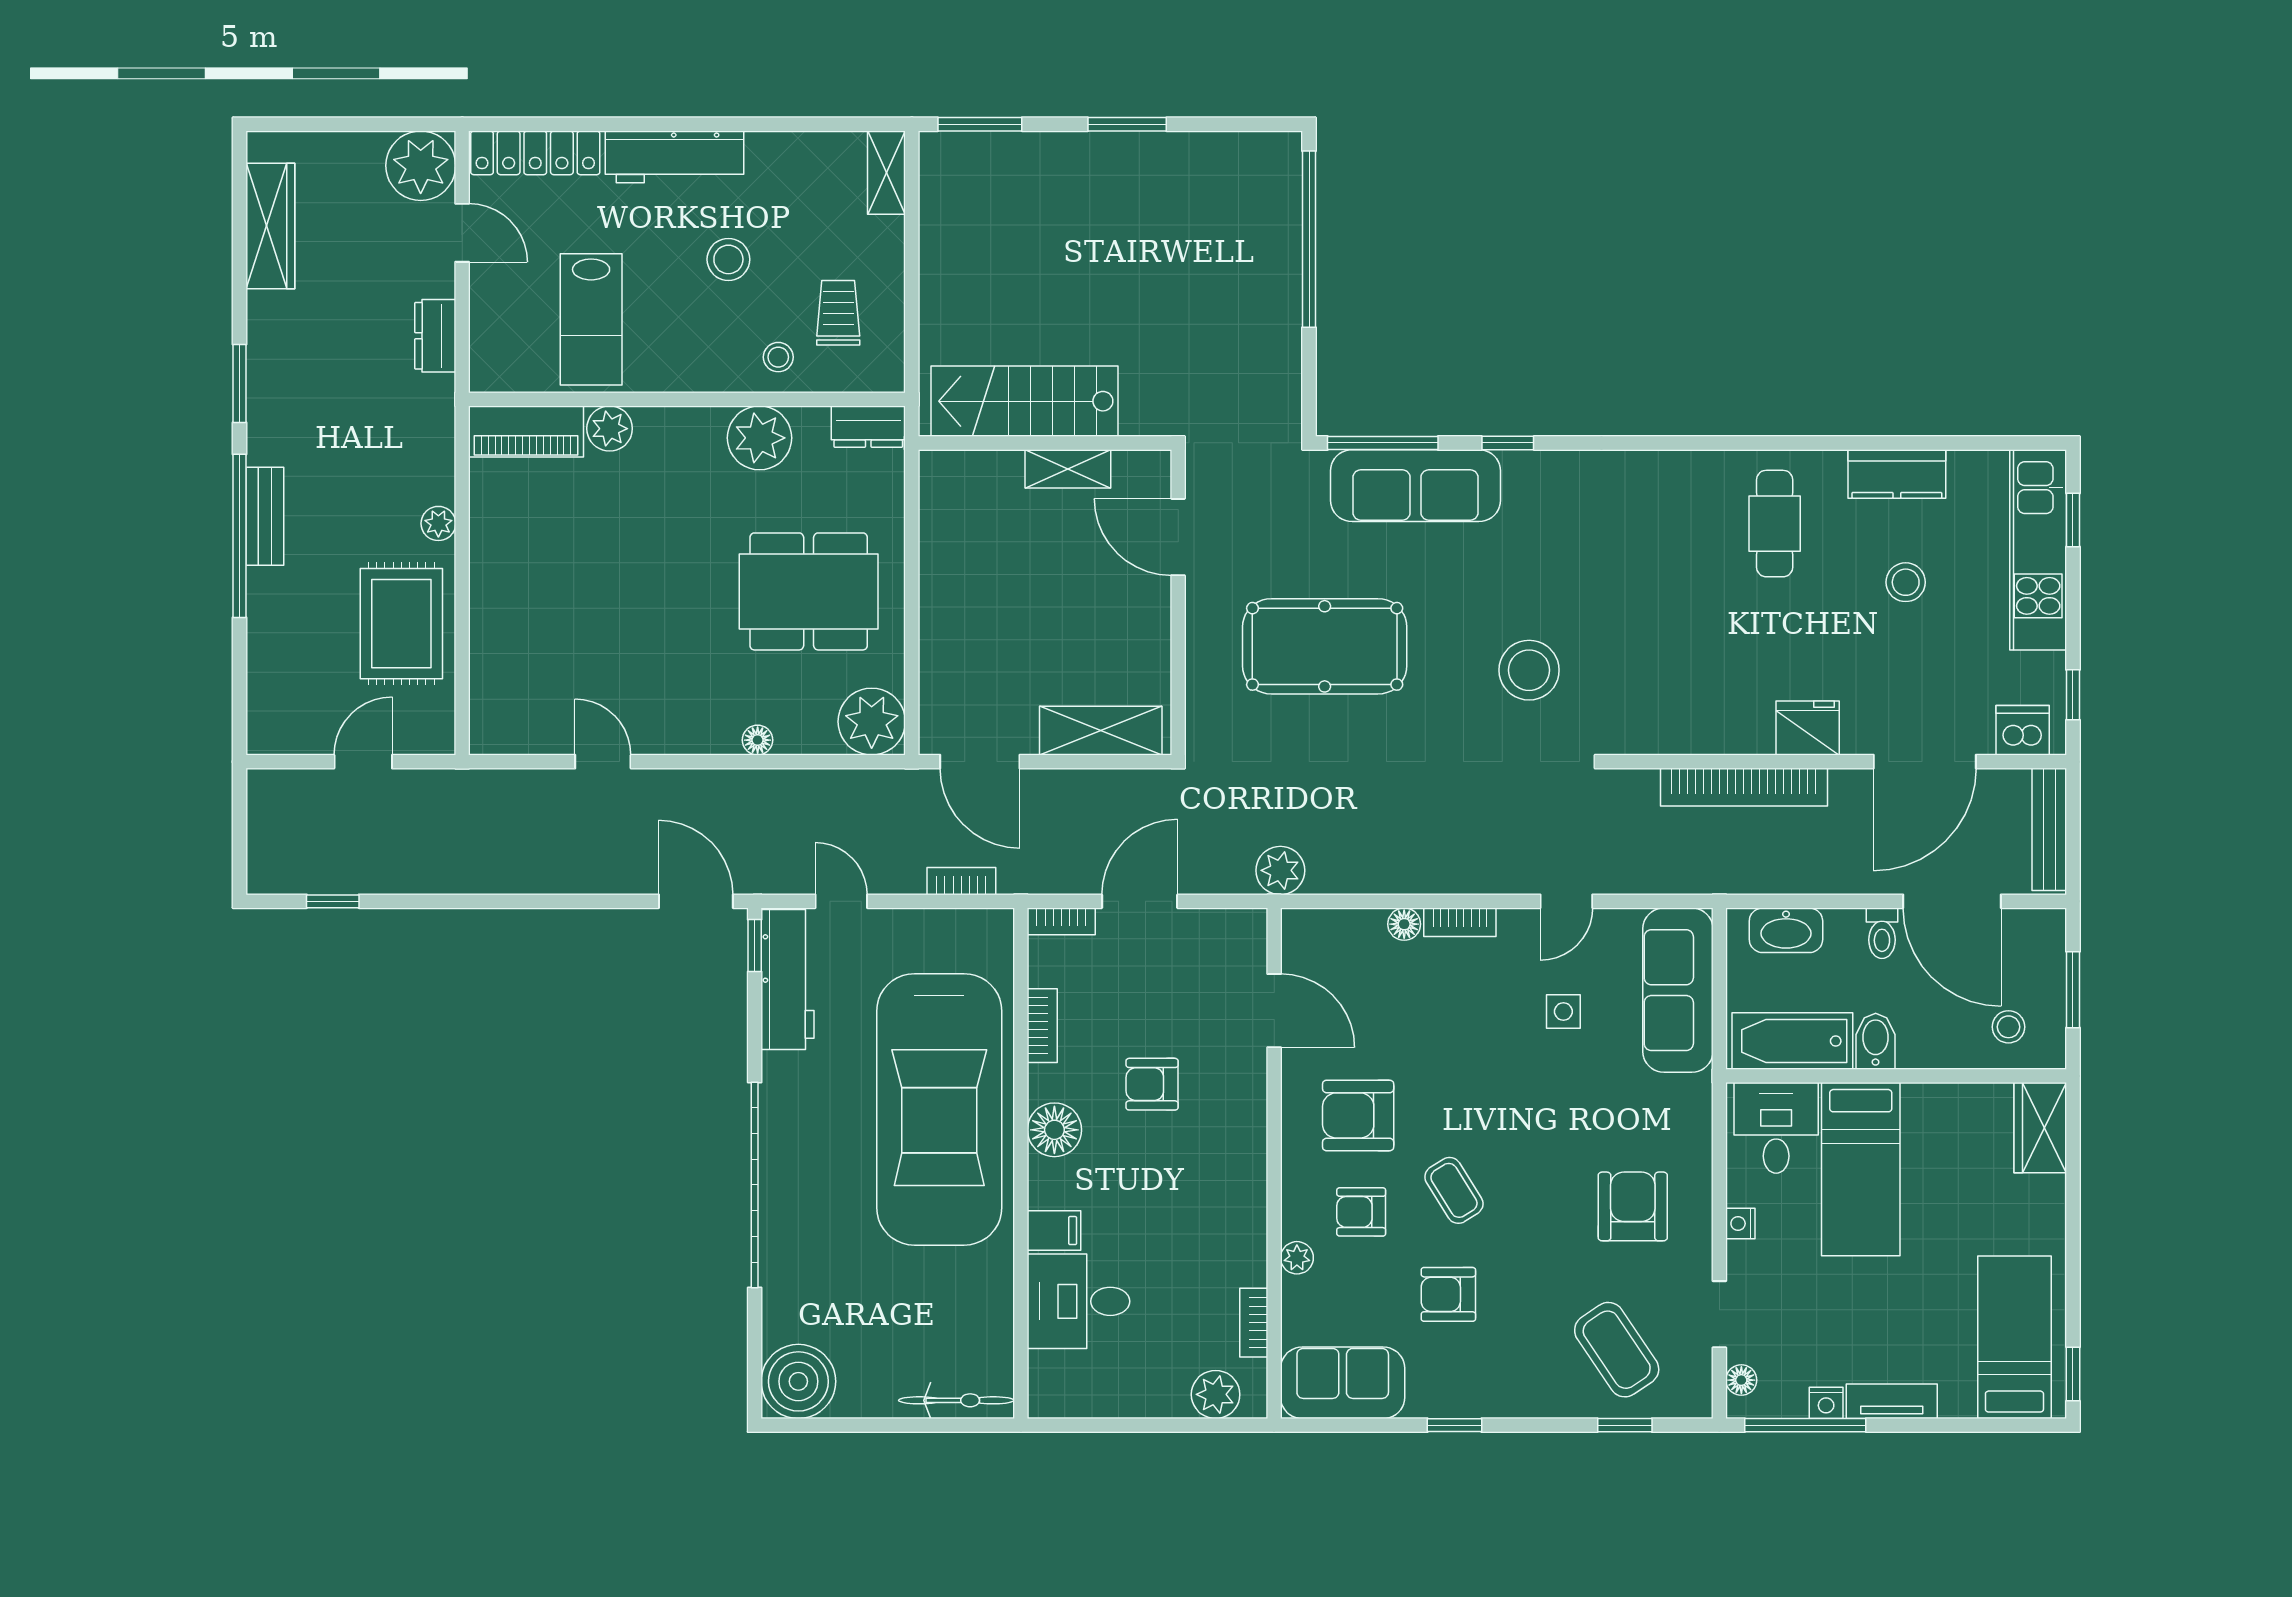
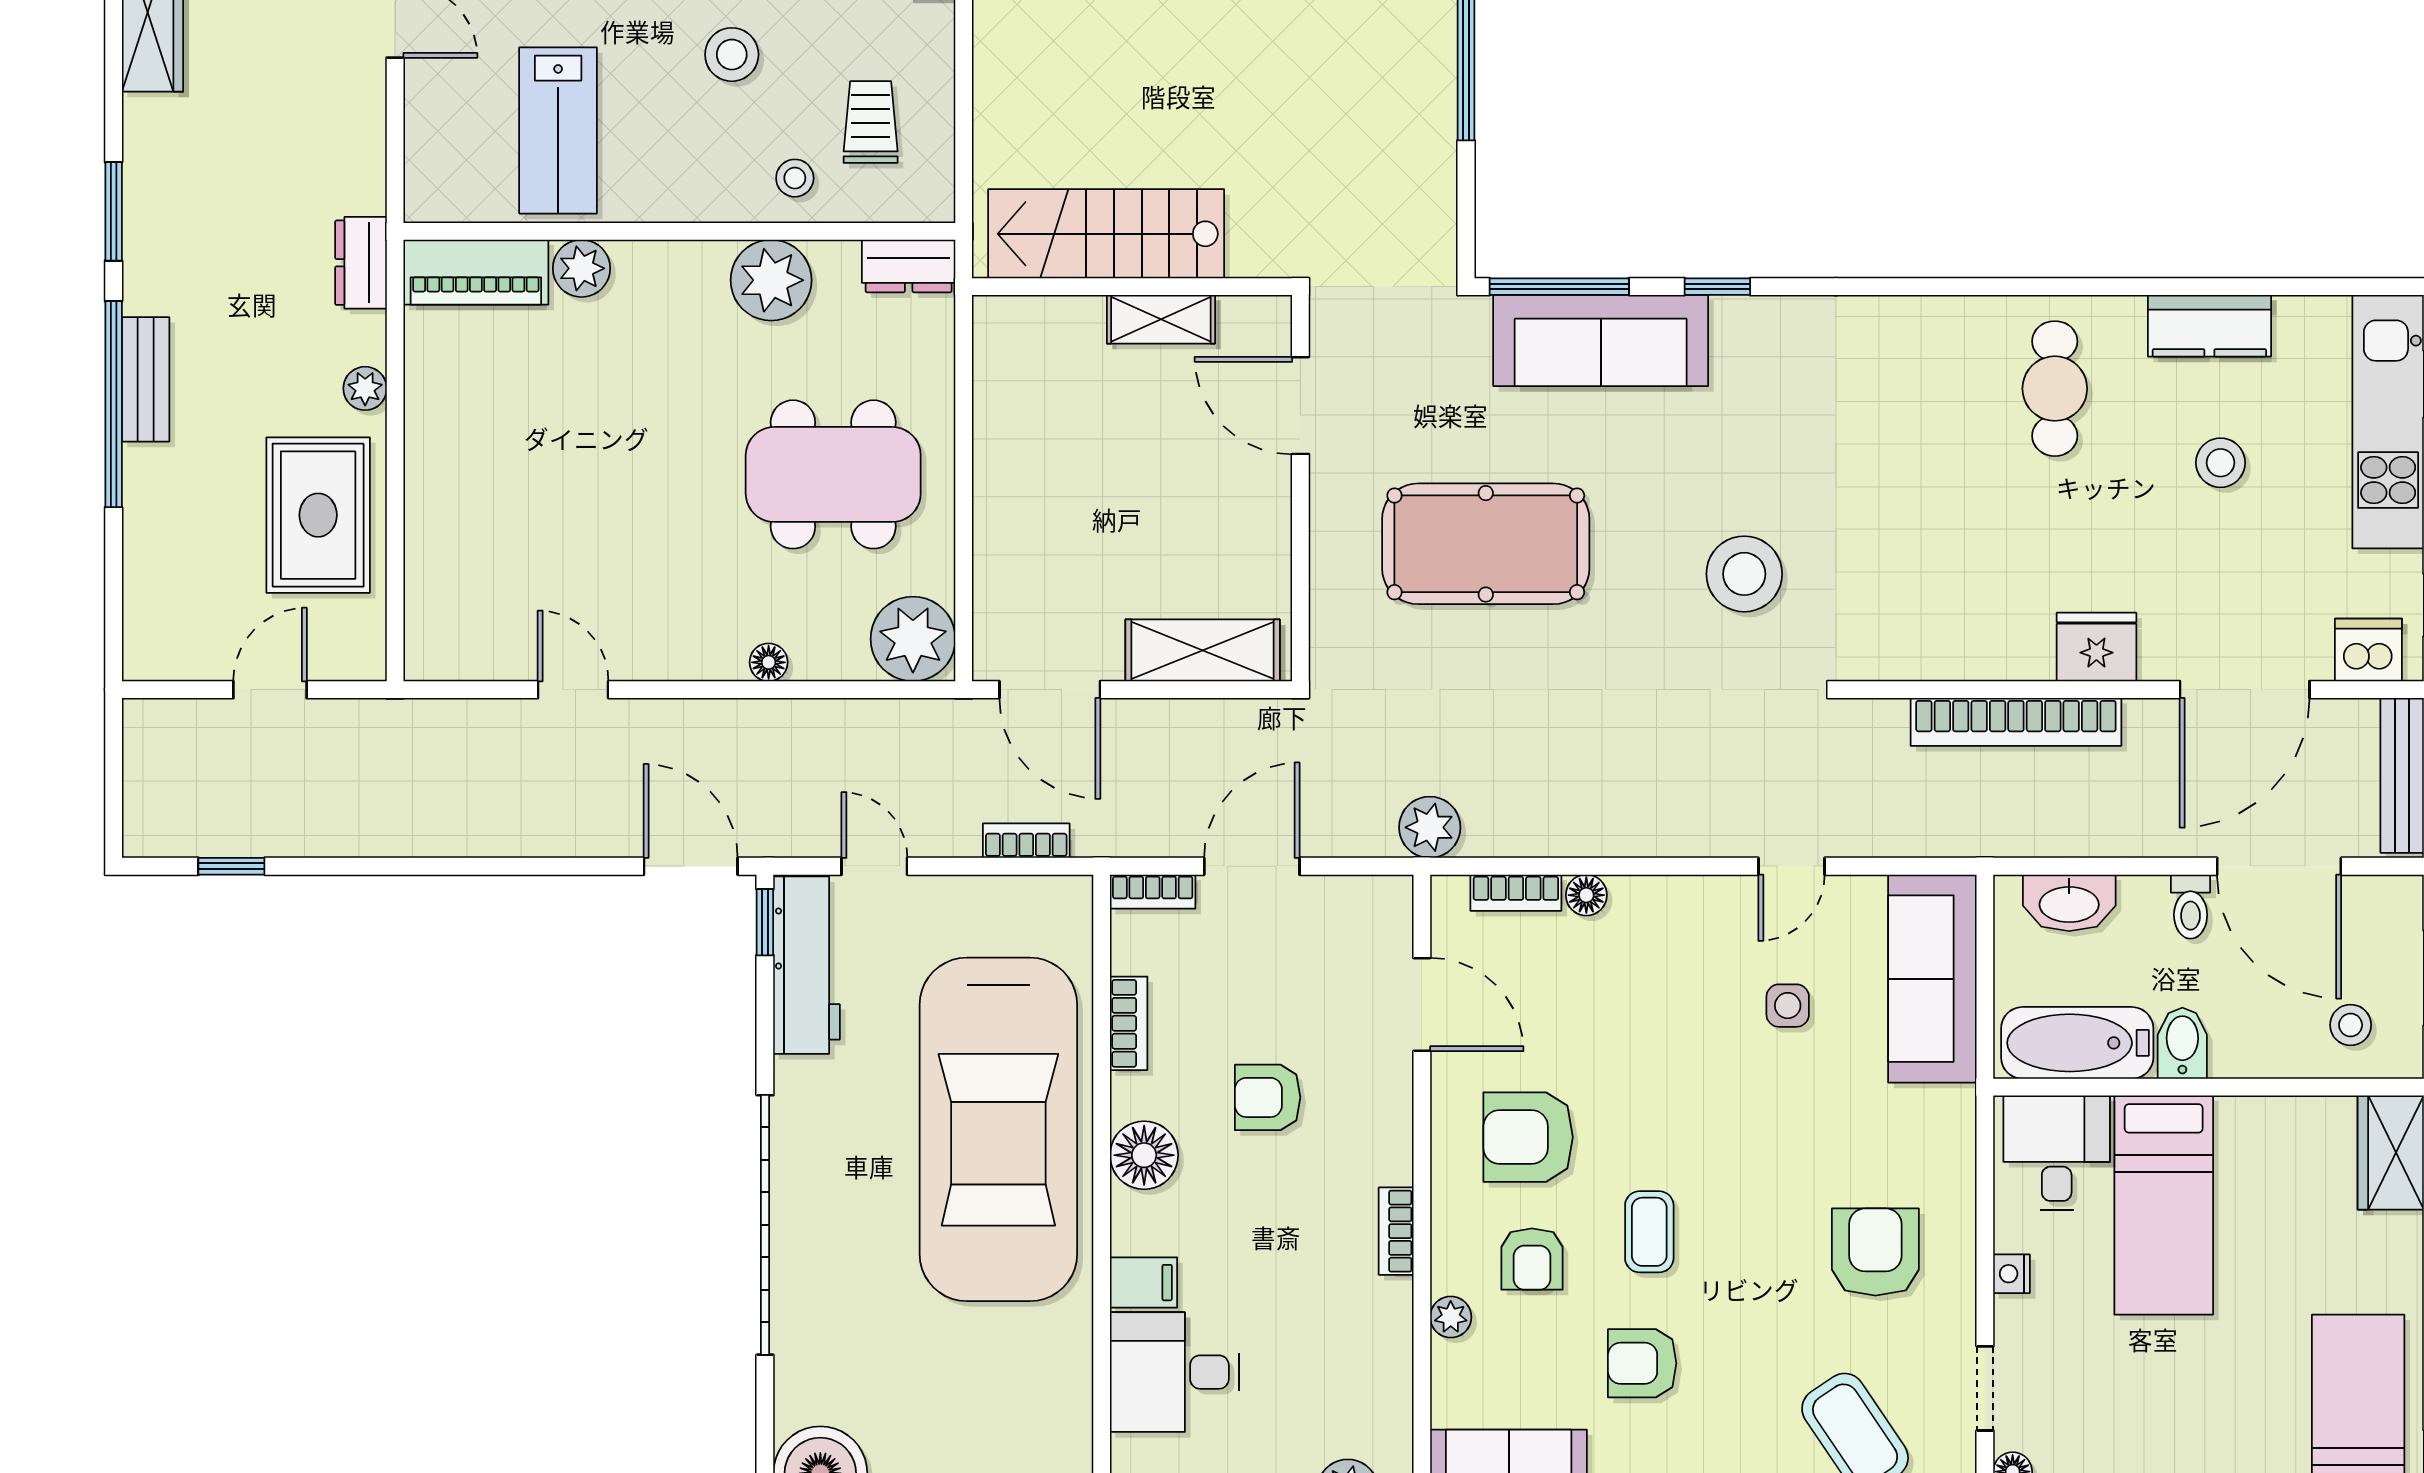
dresser: (435, 336) -> (361, 263), moved
bookcase: (1460, 922) -> (1516, 893), moved
coffee table: (1454, 1190) -> (1649, 1232), turned 32
armchair: (1361, 1212) -> (1532, 1259), turned -90
bookcase: (1254, 1323) -> (1396, 1231), moved

